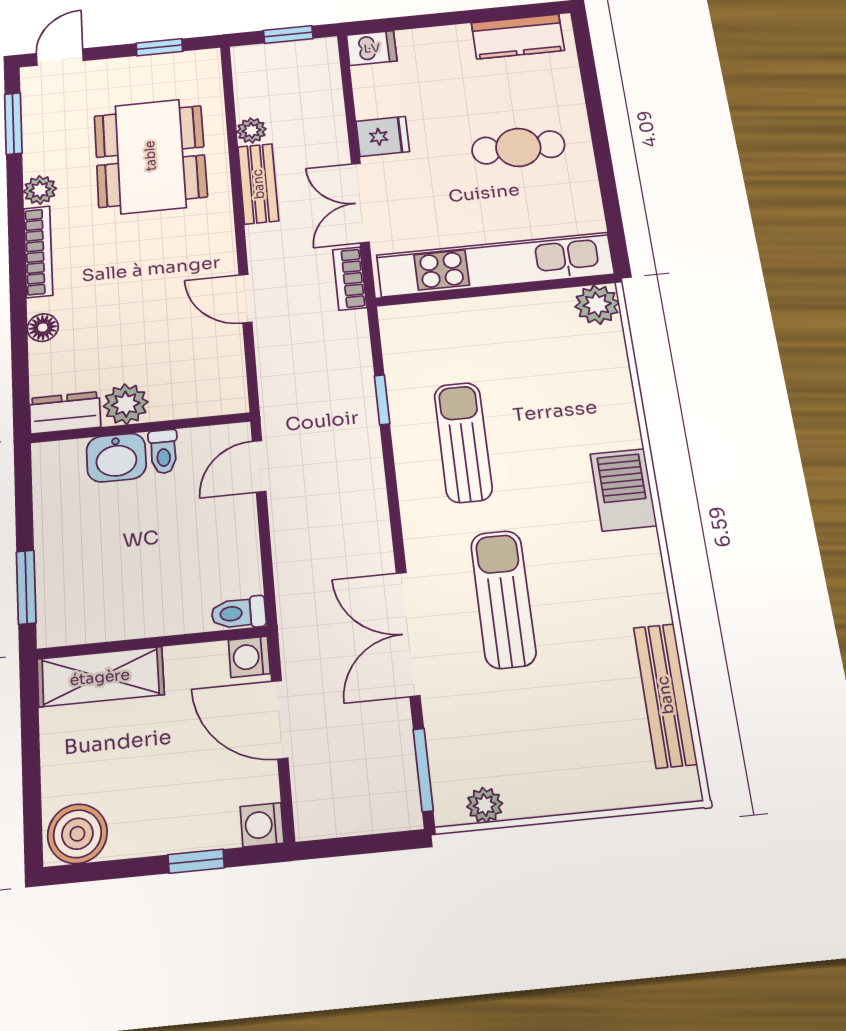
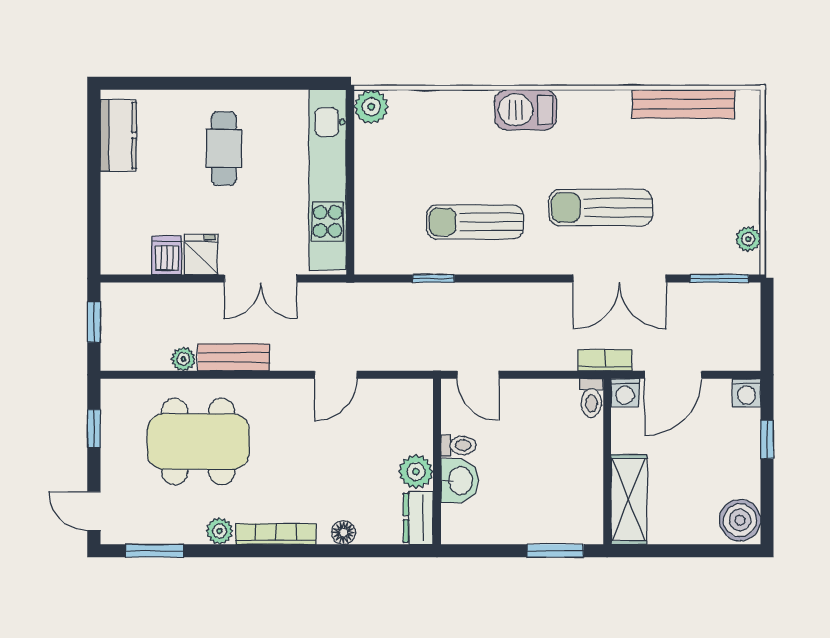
dishwasher: (372, 48) -> (167, 255), moved
bookcase: (350, 279) -> (605, 360), moved, turned 180

